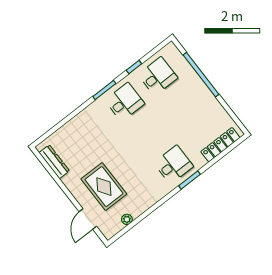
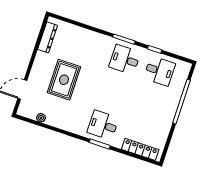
desk: (125, 102) -> (125, 60), turned 180
desk: (173, 165) -> (103, 125), turned 180
rug: (104, 187) -> (64, 80), moved

